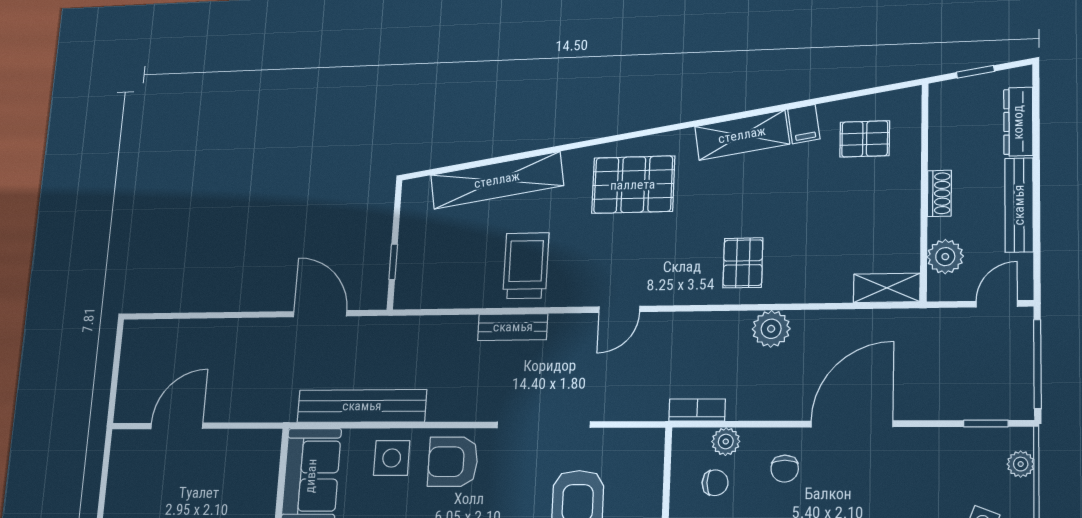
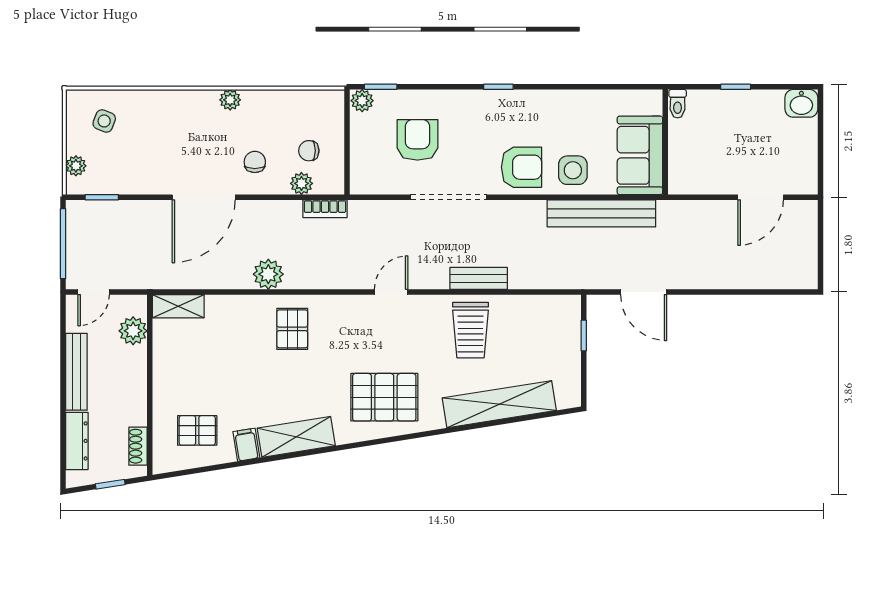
shoe rack: (939, 193) -> (138, 446), moved

